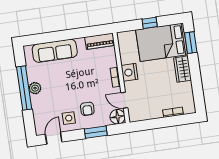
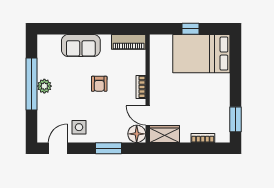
window: (191, 43) -> (236, 119), moved
sofa: (55, 51) -> (81, 45), width x0.73
wardrobe: (182, 69) -> (165, 134), moved, turned 90
nightstand: (130, 72) -> (158, 84), removed
armchair: (87, 109) -> (99, 84), moved

